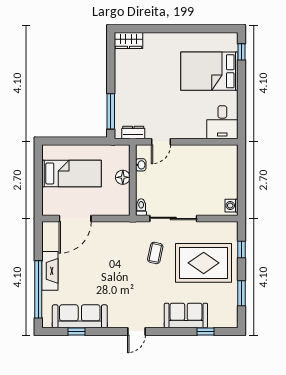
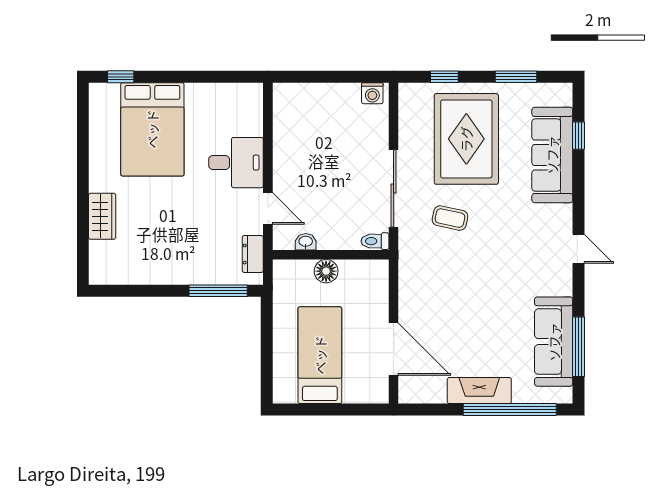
wardrobe: (128, 41) -> (102, 216), moved
desk: (222, 122) -> (236, 163), moved
sofa: (186, 315) -> (552, 155), width x1.36
window: (77, 331) -> (578, 347), width x2.17

